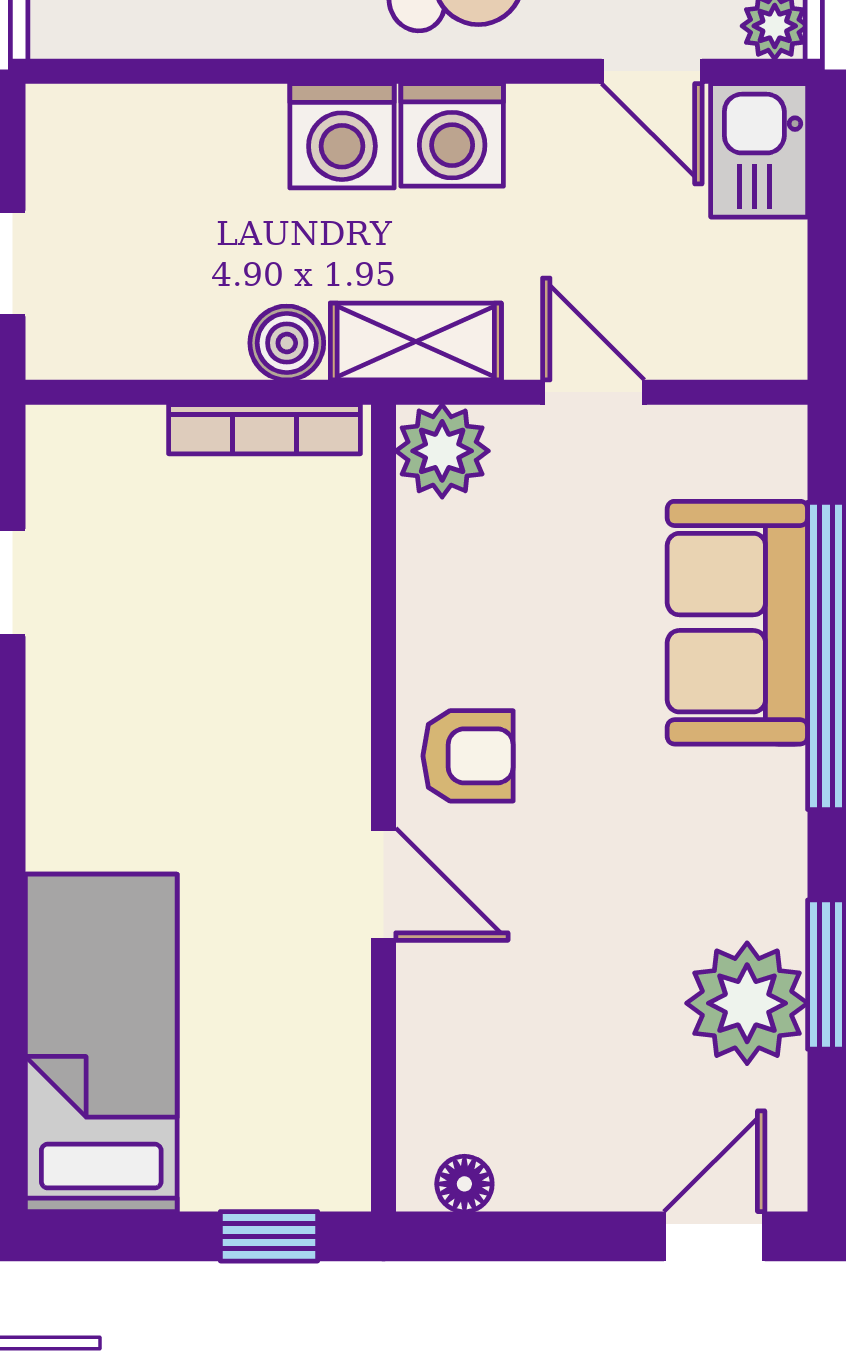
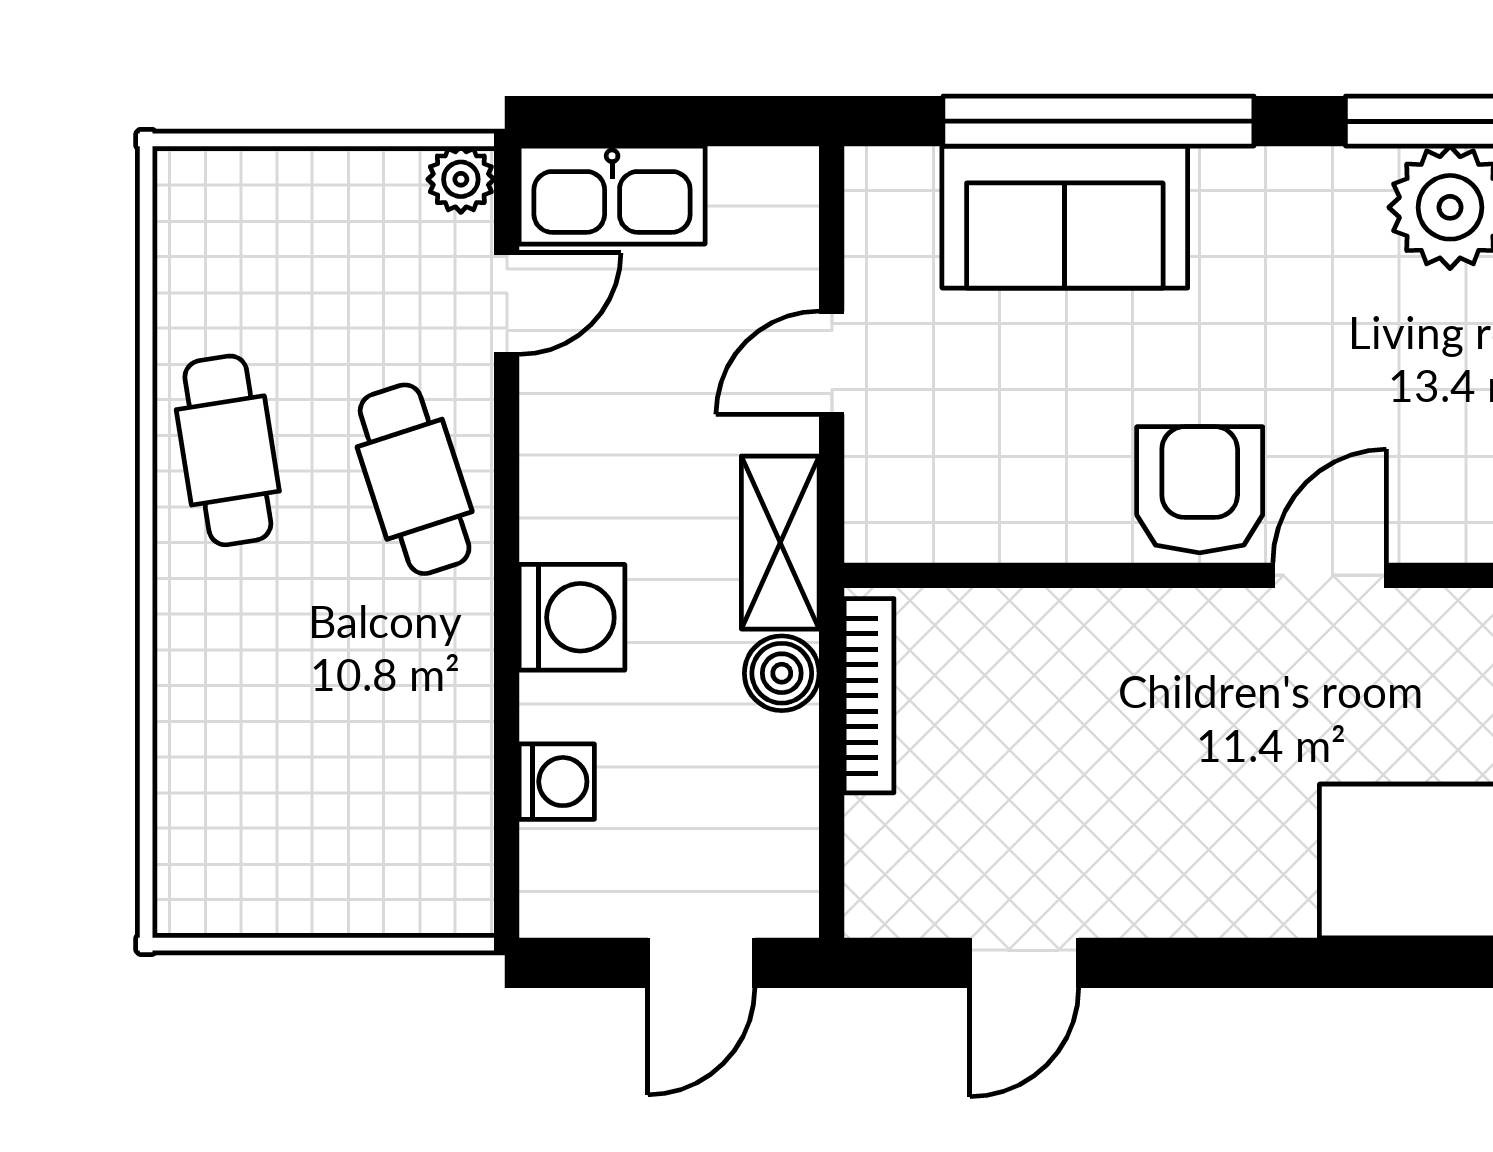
washing machine: (452, 135) -> (557, 782), moved, width x0.73, depth x0.73
kitchen sink: (759, 150) -> (612, 195), width x1.38
plant: (442, 451) -> (891, 516), removed
armchair: (468, 756) -> (1200, 490), width x1.38, depth x1.38

